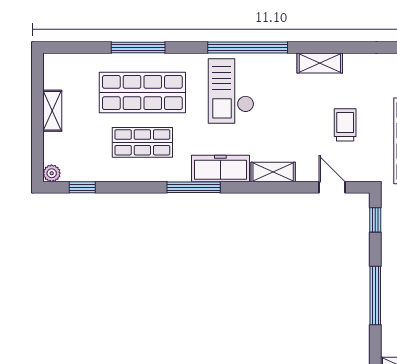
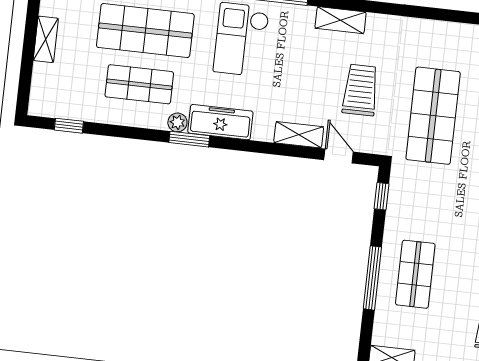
trolley: (345, 125) -> (360, 90), width x1.36, depth x1.39
shelving: (273, 172) -> (299, 135), moved
plant: (52, 173) -> (177, 122), moved
window: (194, 187) -> (189, 139), width x0.69

